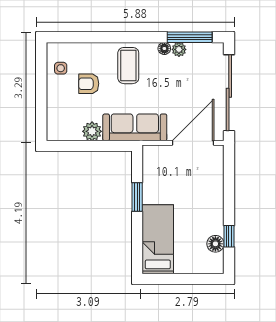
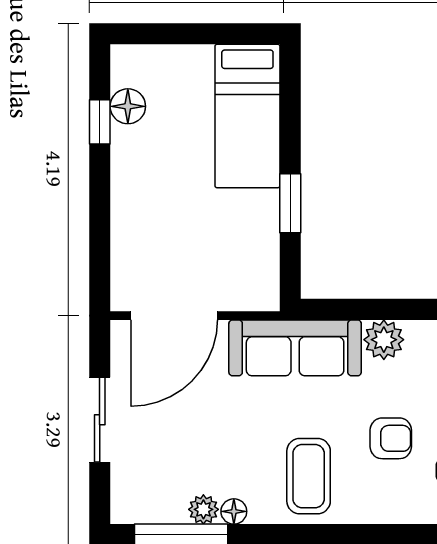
sliding door: (229, 93) -> (100, 420), width x0.54

